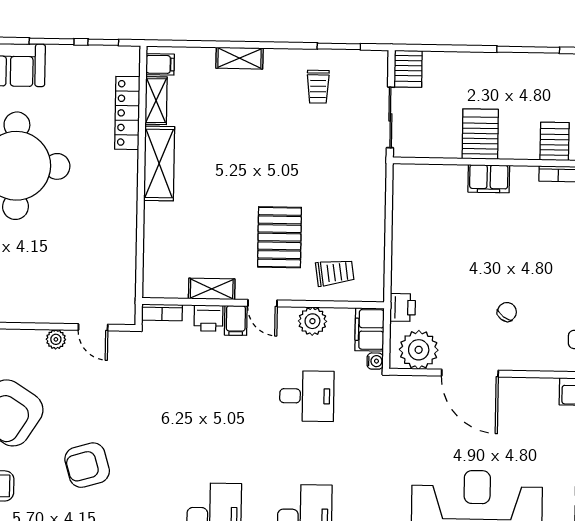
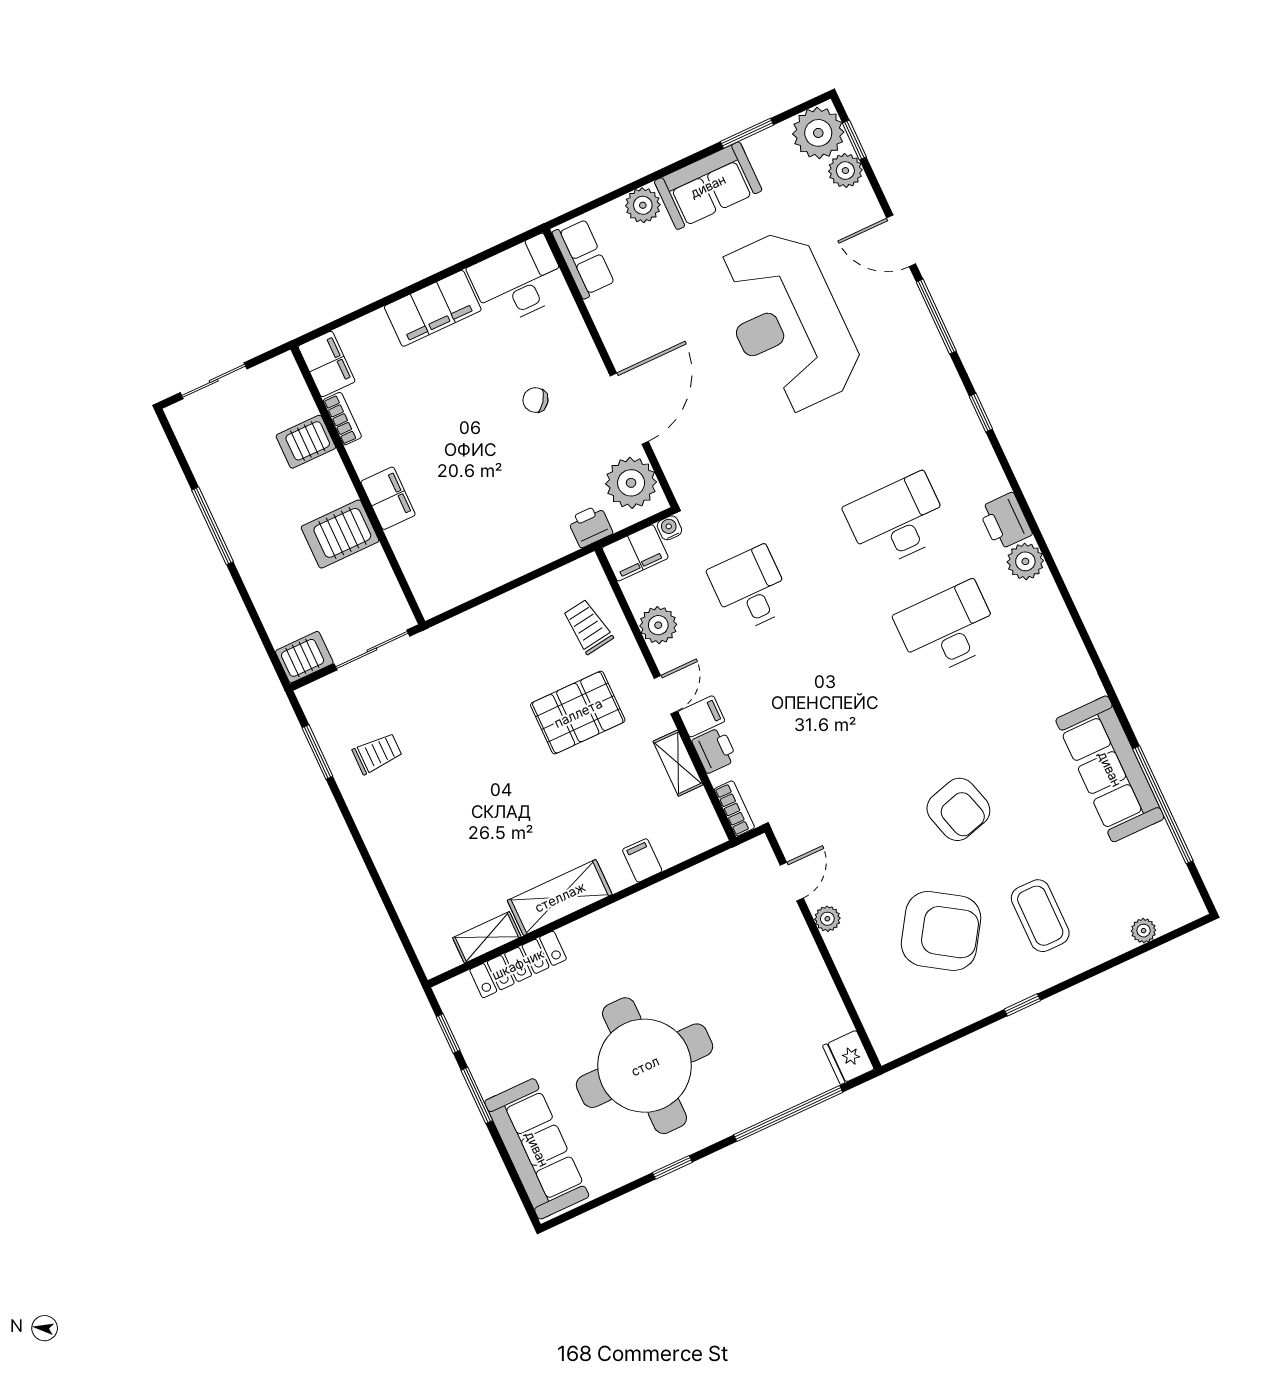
shelving: (240, 58) -> (388, 863), removed
filing cabinet: (160, 64) -> (642, 860), moved

